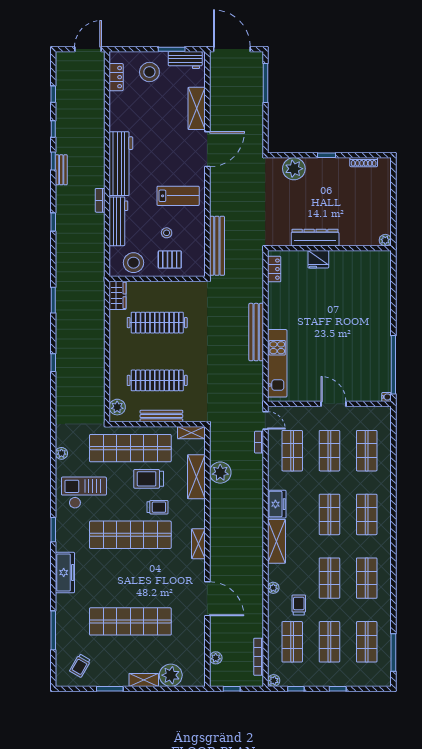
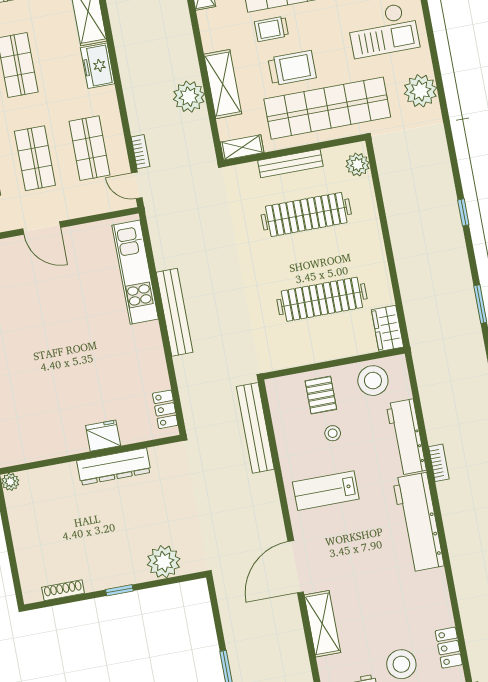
pallet: (170, 259) -> (321, 395), turned 90
plant: (61, 453) -> (420, 91), width x1.88, depth x1.88

